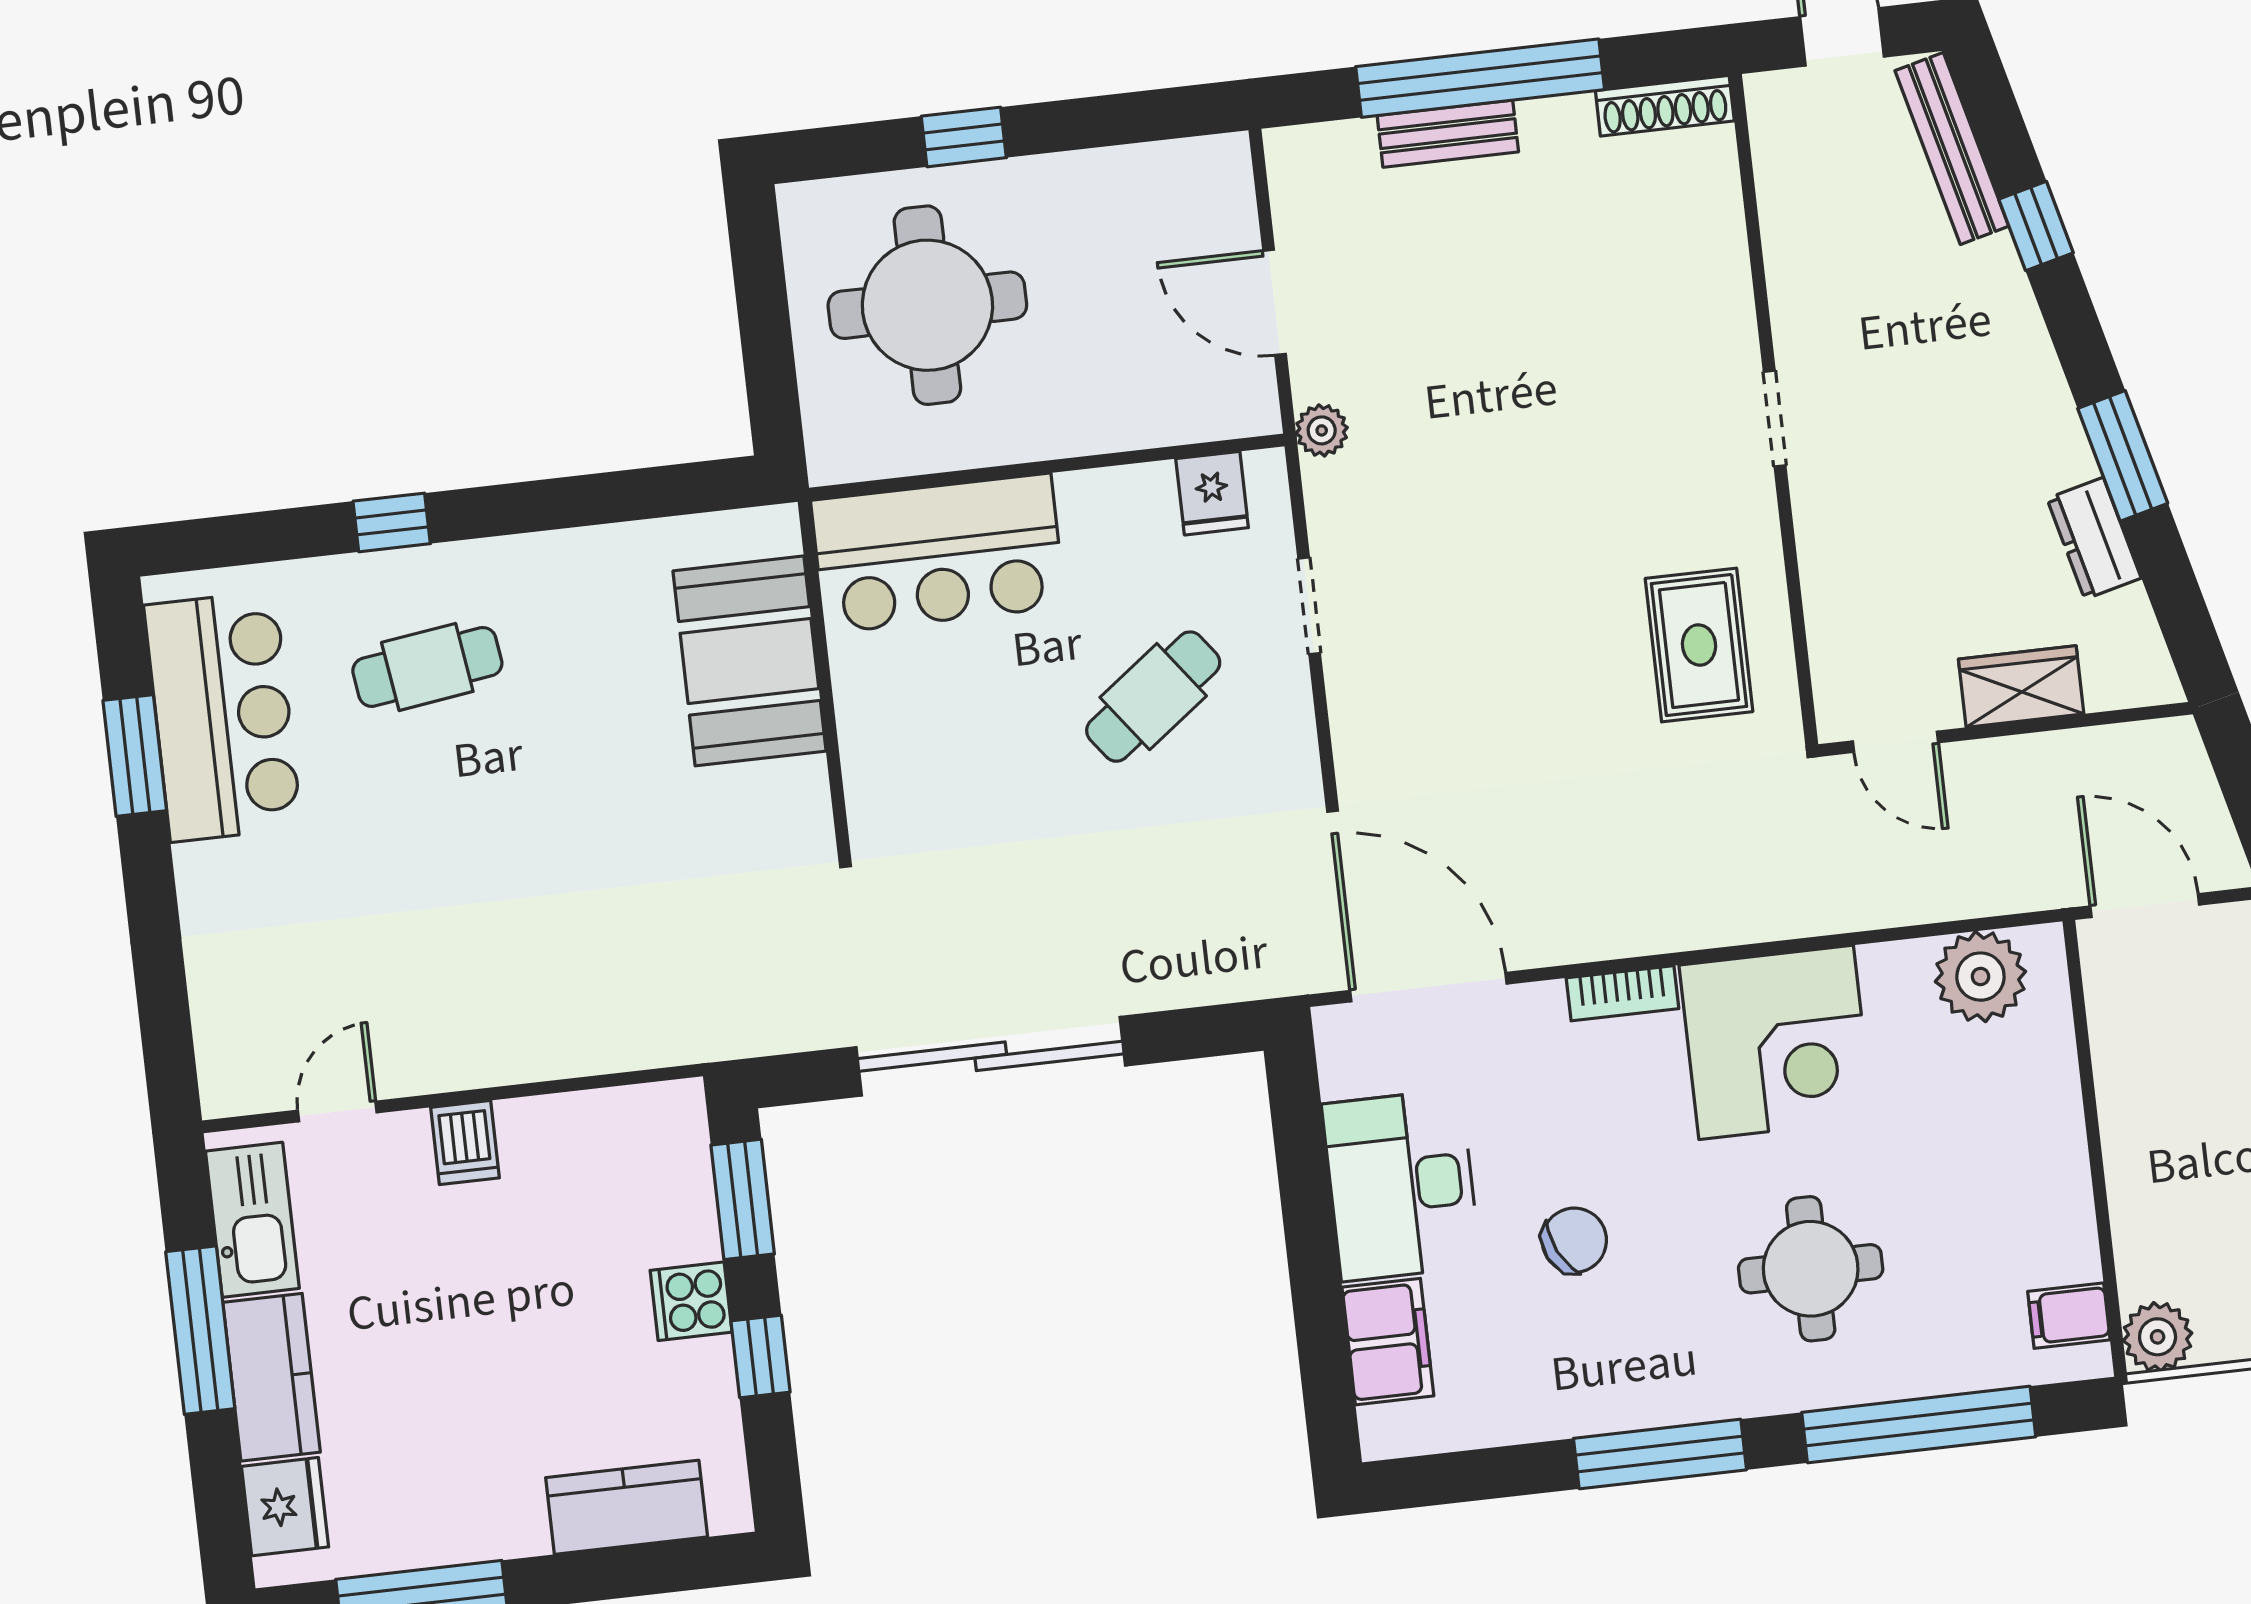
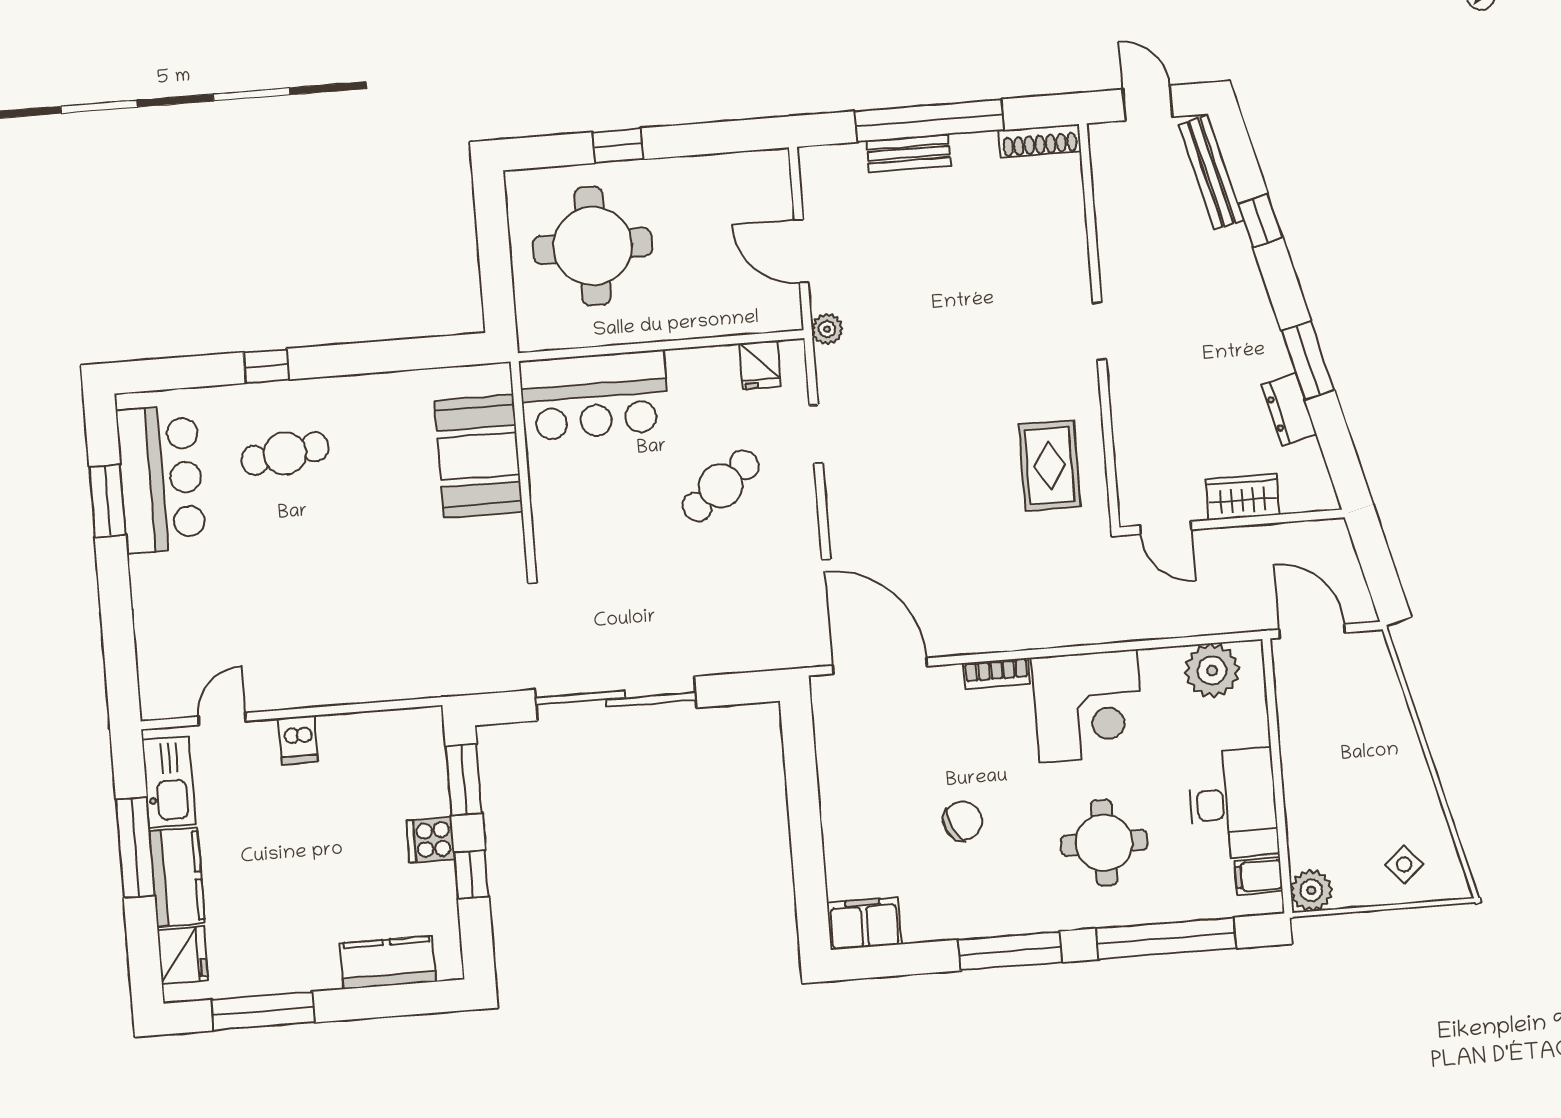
desk: (1401, 1185) -> (1233, 804), moved, turned 180
filing cabinet: (1388, 1342) -> (864, 924), moved, turned -90

